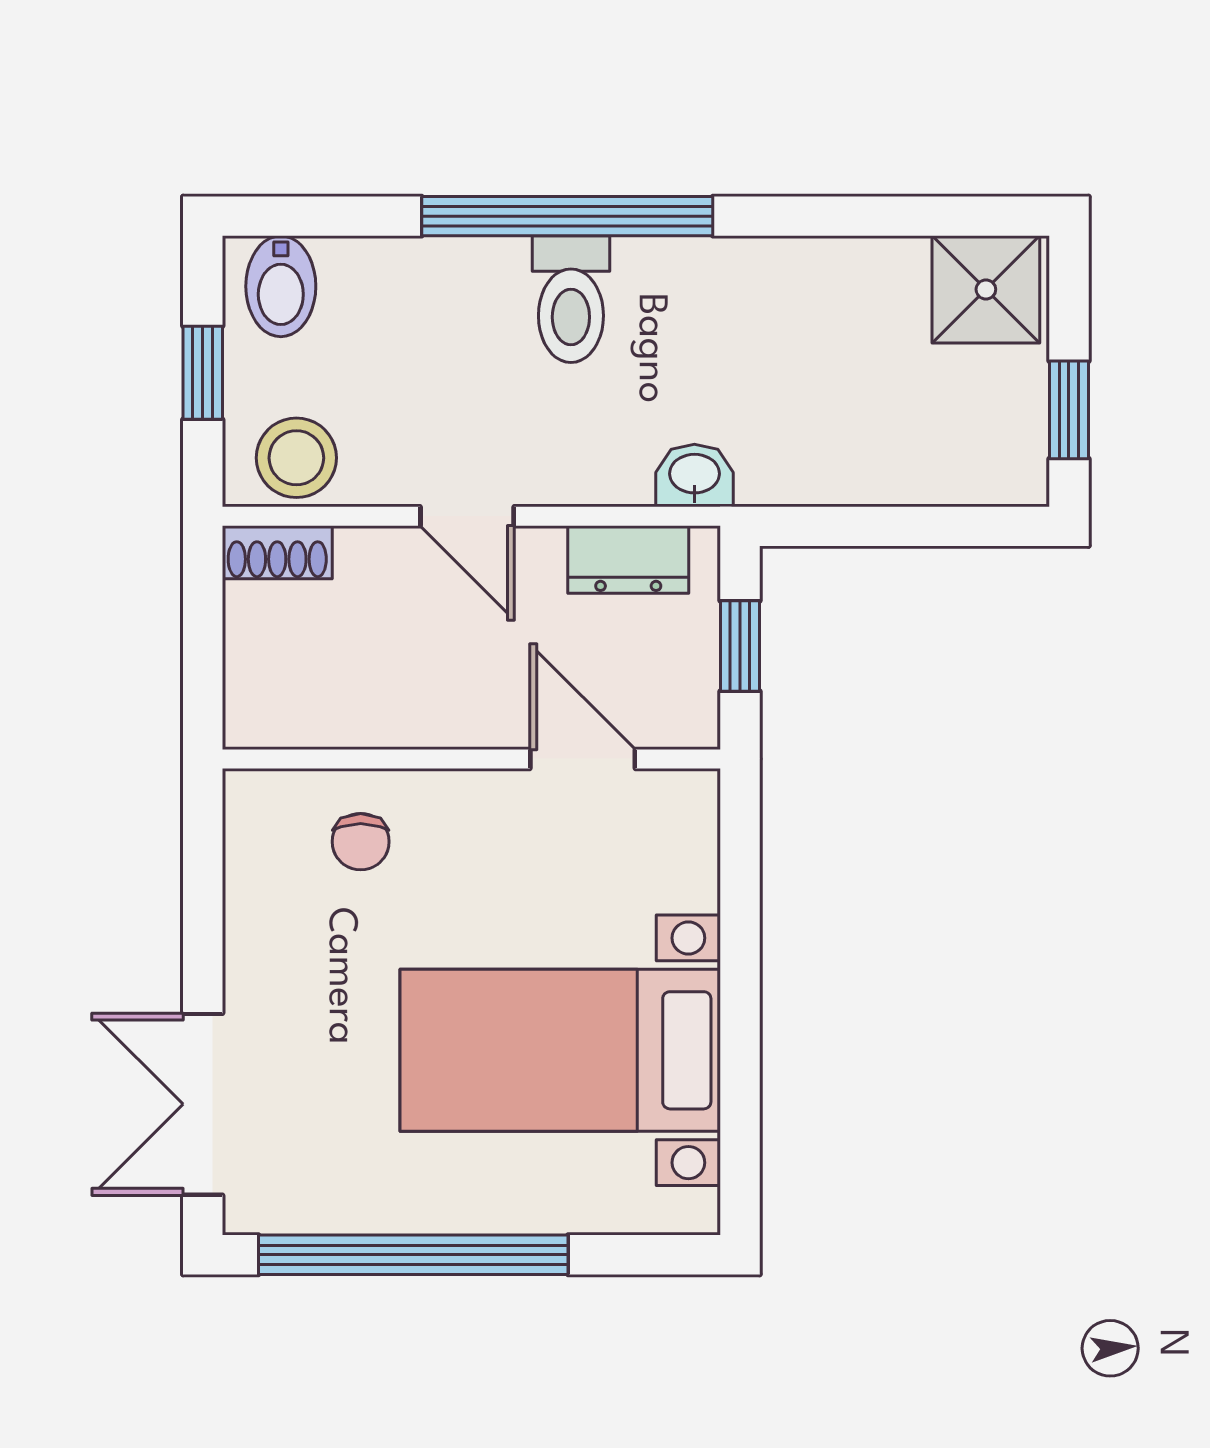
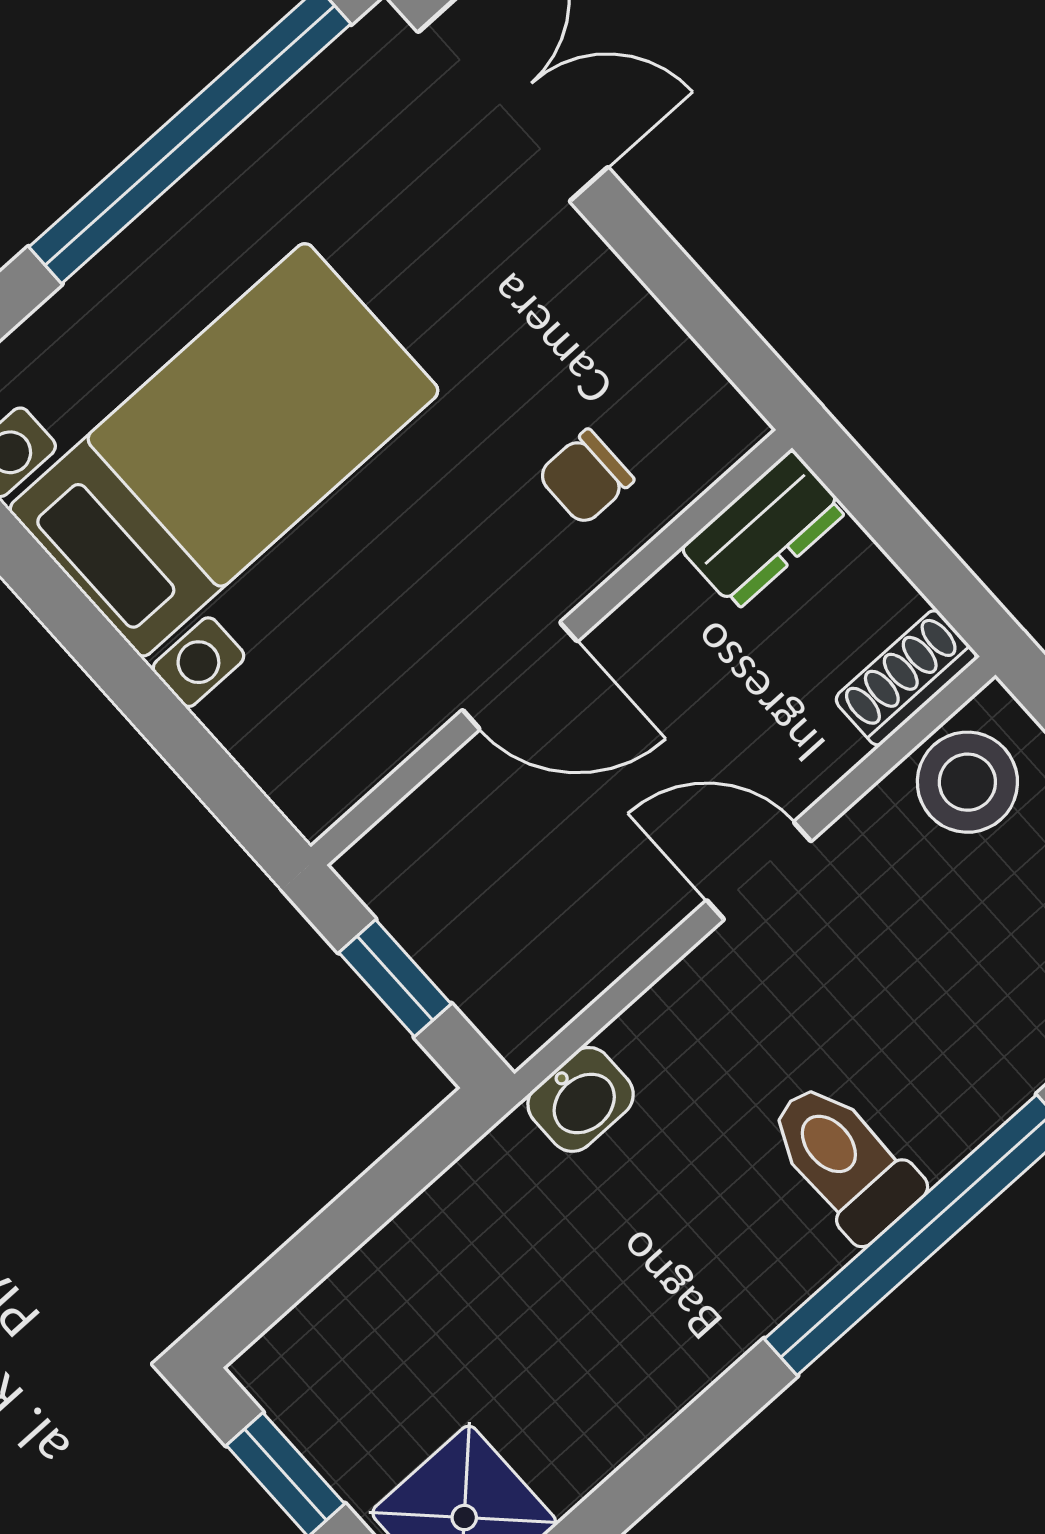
dresser: (628, 559) -> (764, 530), moved, turned 180
door: (583, 759) -> (520, 676), moved
chair: (361, 842) -> (586, 477), turned -90

